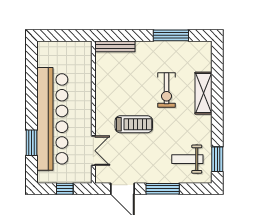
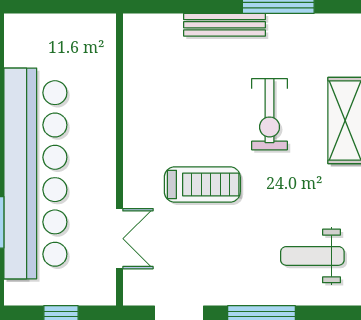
bench: (115, 46) -> (224, 25), moved

